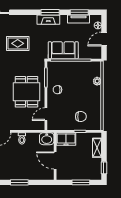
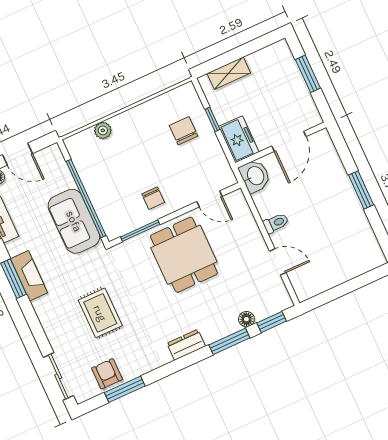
dining table: (26, 92) -> (184, 255), turned 90
window: (104, 168) -> (260, 43), removed

